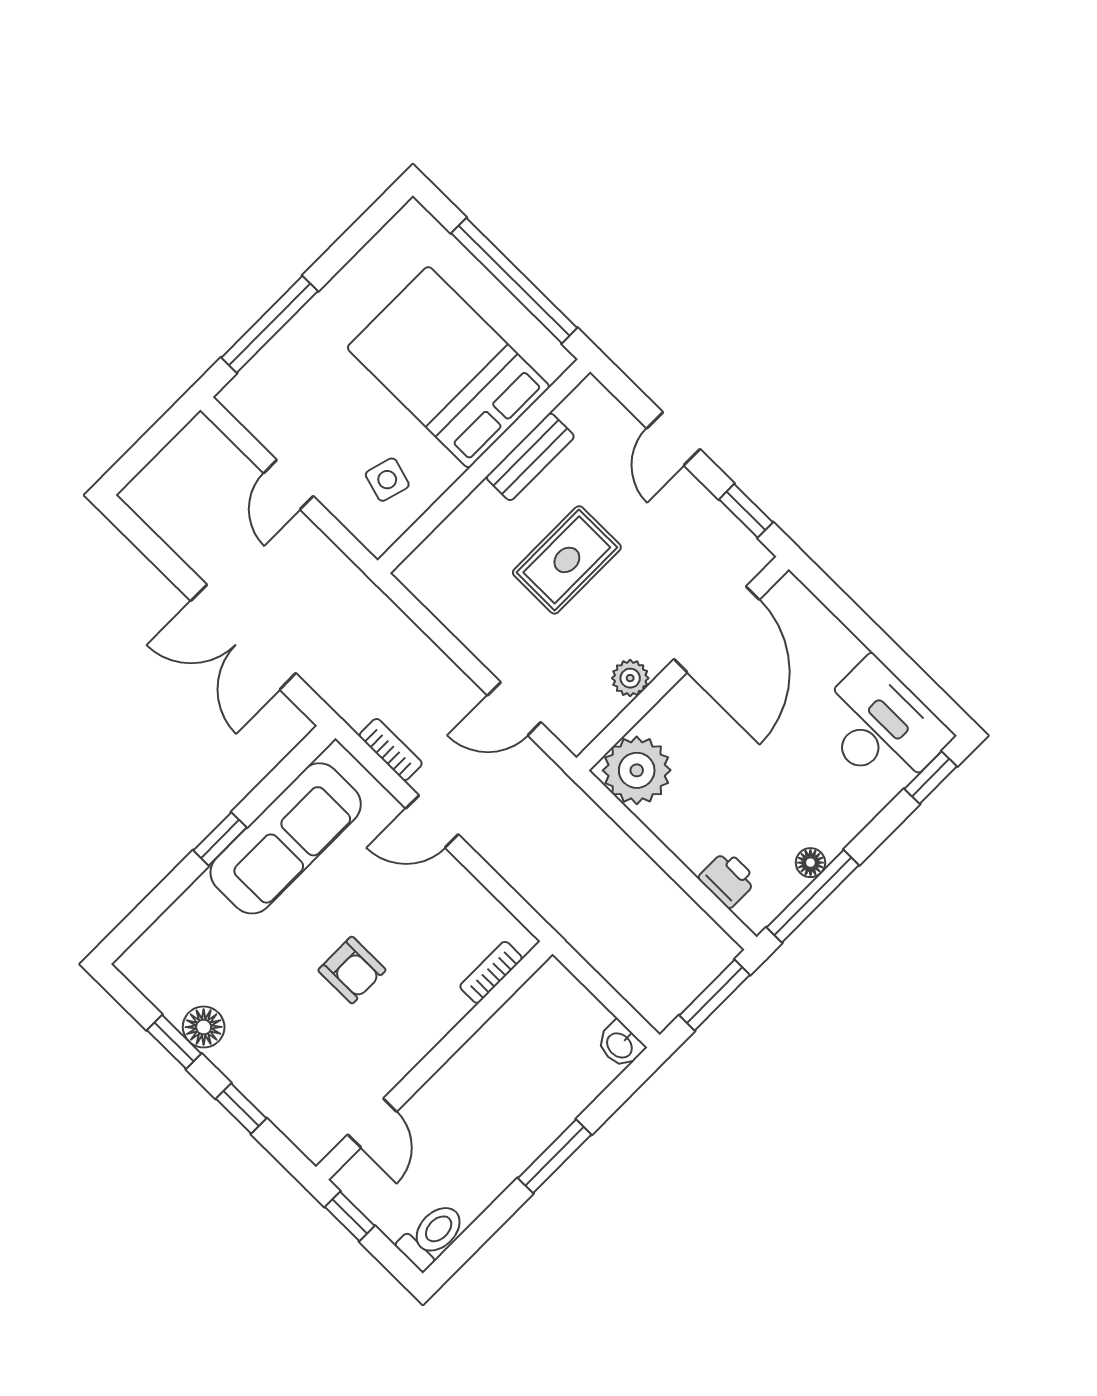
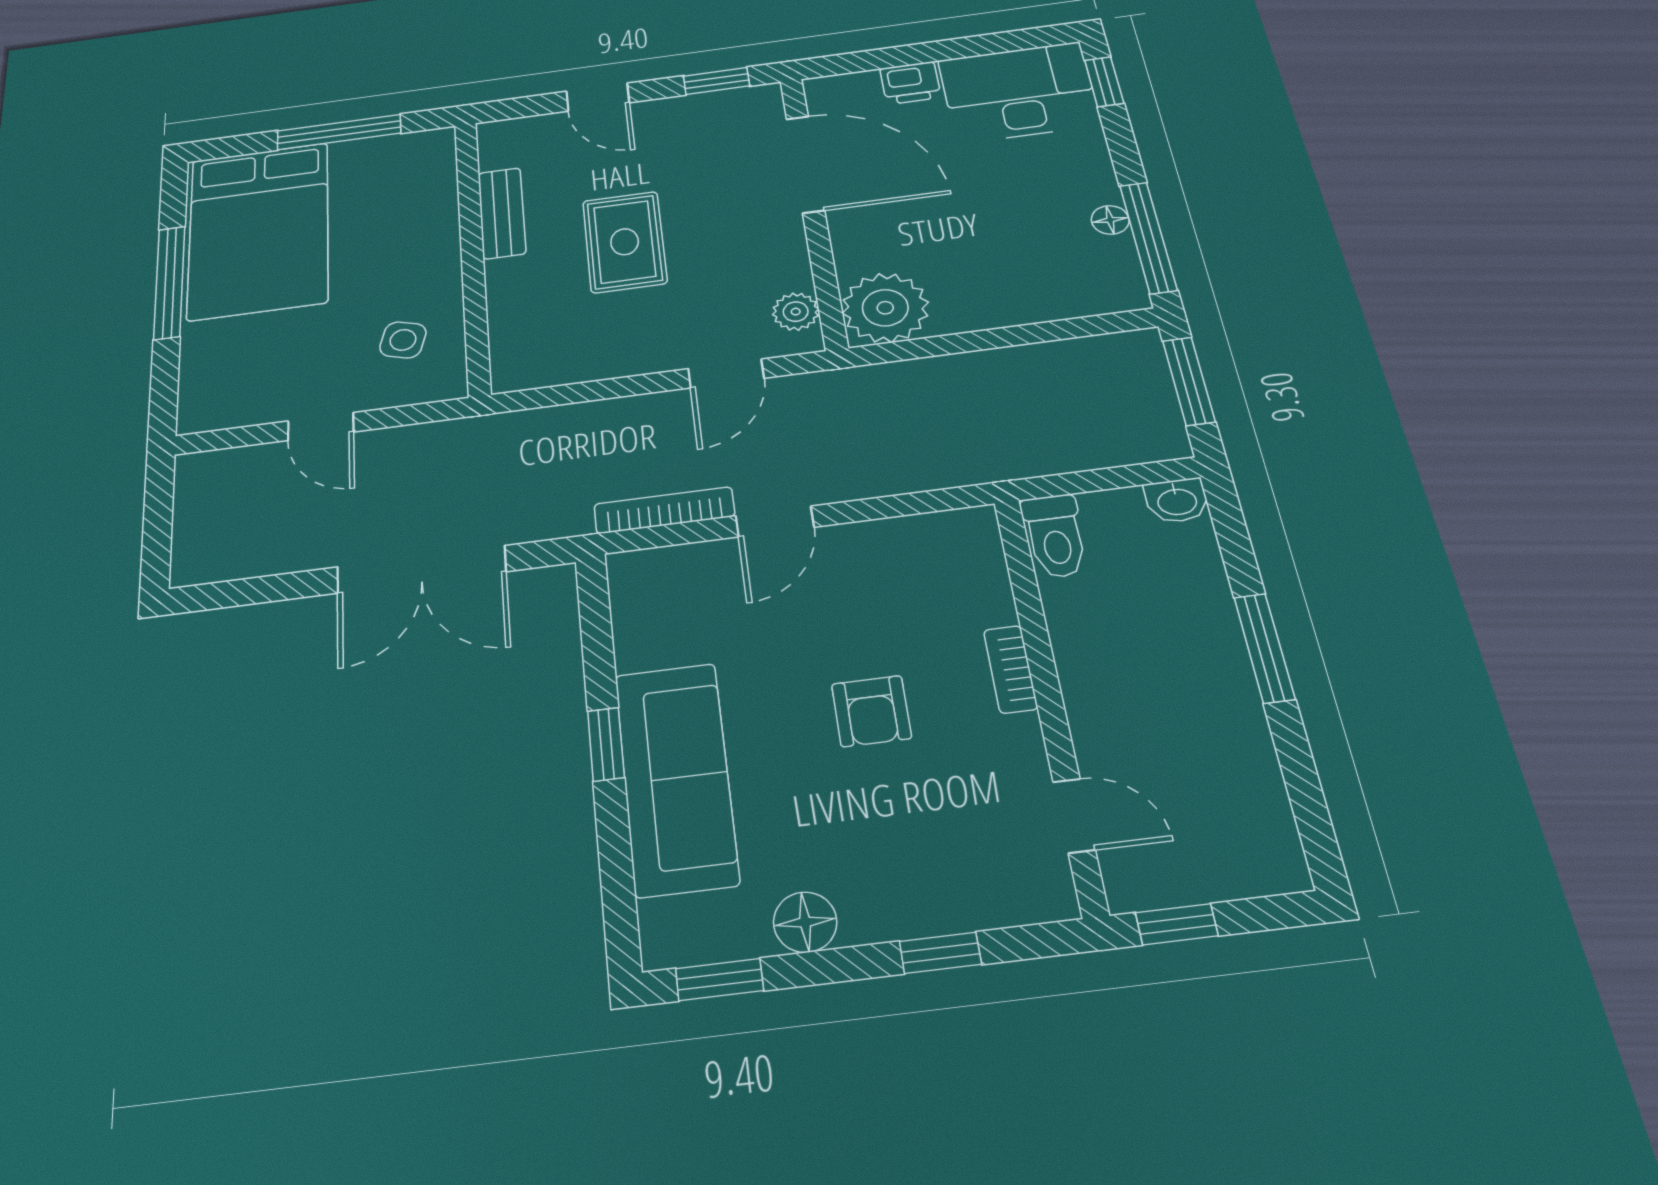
window: (514, 281) -> (339, 132), width x0.68
window: (270, 324) -> (169, 282), moved
bed: (448, 367) -> (259, 230), moved, turned -90
plant: (630, 678) -> (796, 312), moved
bookcase: (391, 750) -> (664, 510), width x1.56
sofa: (286, 838) -> (676, 778), moved
printer: (728, 879) -> (910, 83), moved, turned 180
armchair: (352, 970) -> (871, 711), turned 90
bookcase: (491, 972) -> (1011, 669), moved
window: (174, 1042) -> (719, 980), moved
toilet: (432, 1236) -> (1055, 536), moved, turned 180

